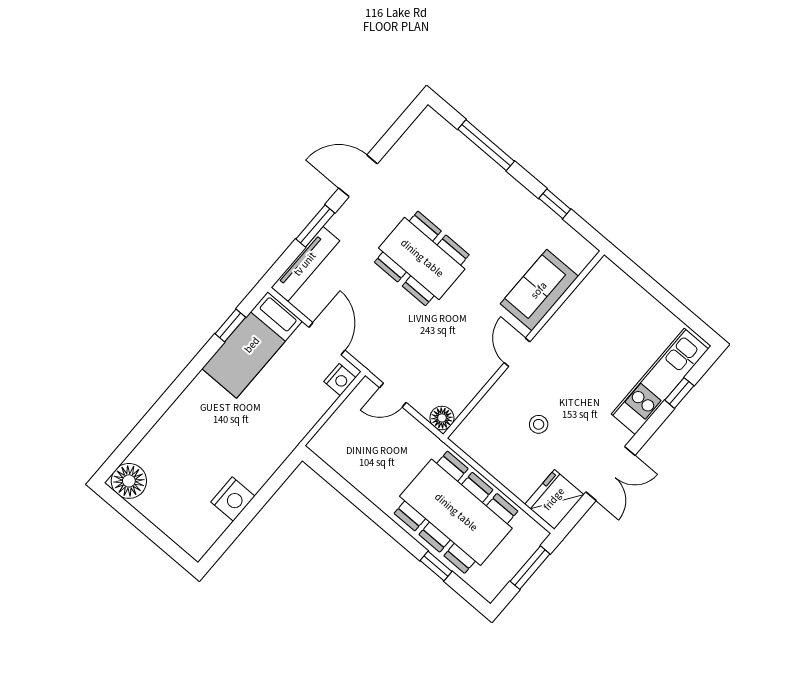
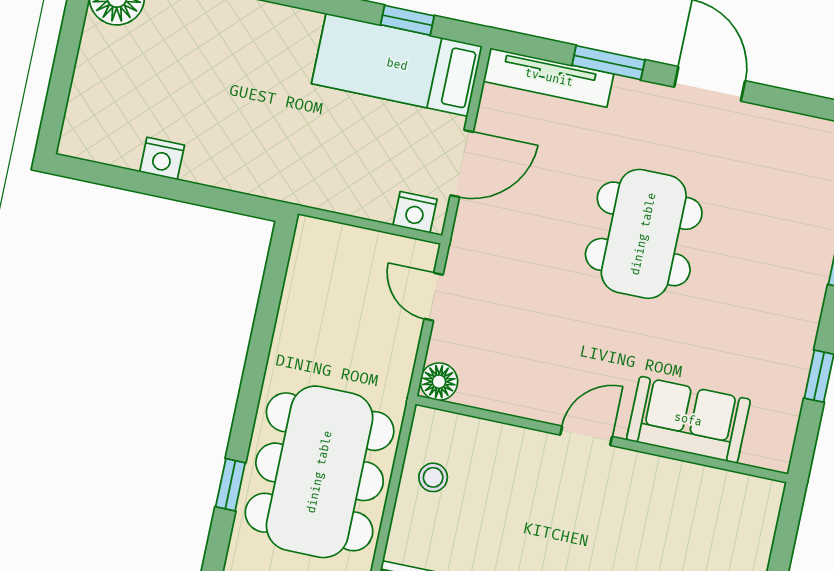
stool: (539, 424) -> (433, 477), moved
nightstand: (233, 499) -> (162, 159), width x0.74, depth x0.75

